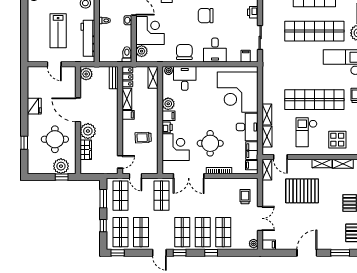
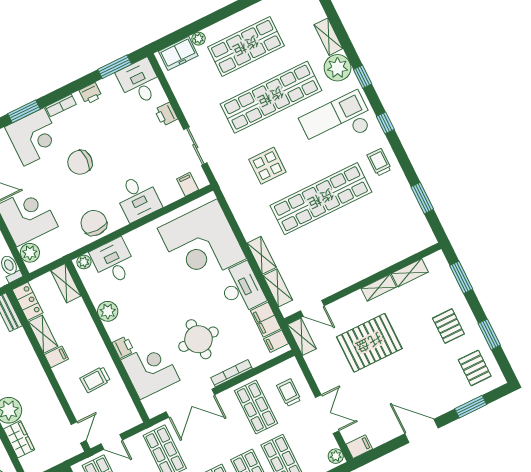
chair: (206, 16) -> (80, 162), moved
filing cabinet: (169, 116) -> (117, 329), removed
checkout: (306, 132) -> (333, 253), removed
display table: (337, 140) -> (267, 166), moved
shop shelf: (223, 196) -> (256, 407), added
door: (307, 253) -> (421, 431), hinge flipped

